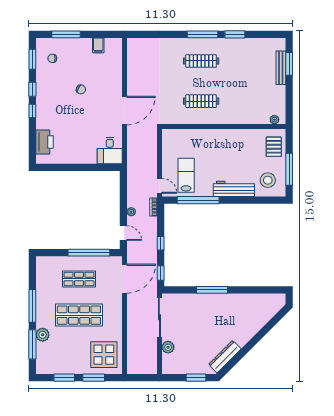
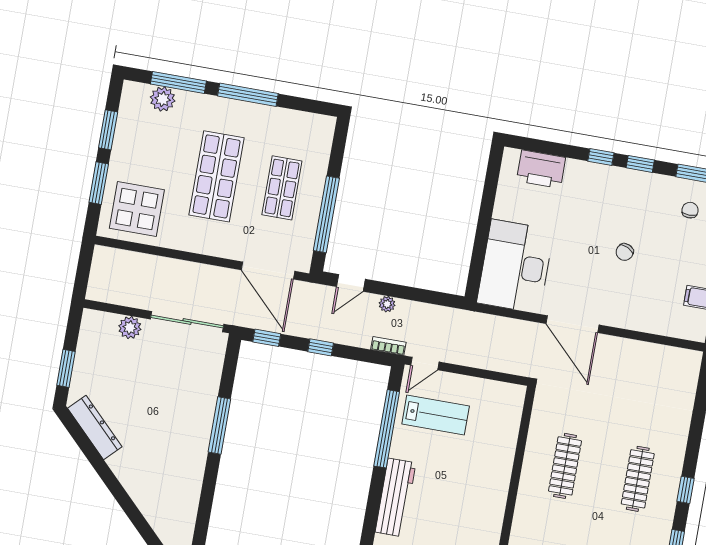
window: (202, 34) -> (685, 490), width x0.46
desk: (110, 151) -> (515, 266), width x1.87, depth x1.30
plant: (43, 335) -> (163, 99), moved

